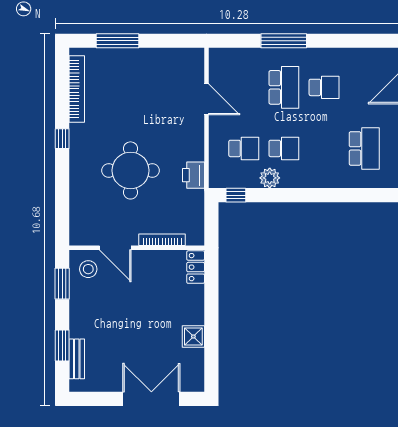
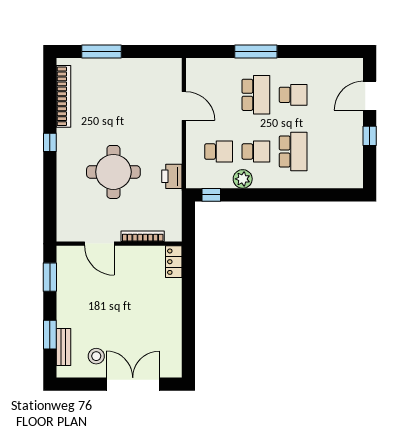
school desk: (364, 148) -> (293, 151), moved
stool: (88, 269) -> (96, 356), moved
shower: (193, 336) -> (172, 326), removed

